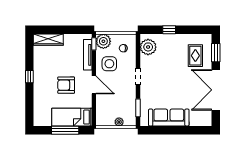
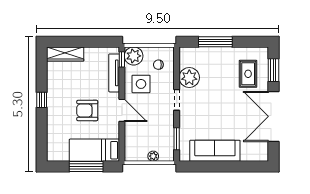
window: (169, 30) -> (215, 42), width x2.17
plant: (148, 47) -> (189, 78), moved

